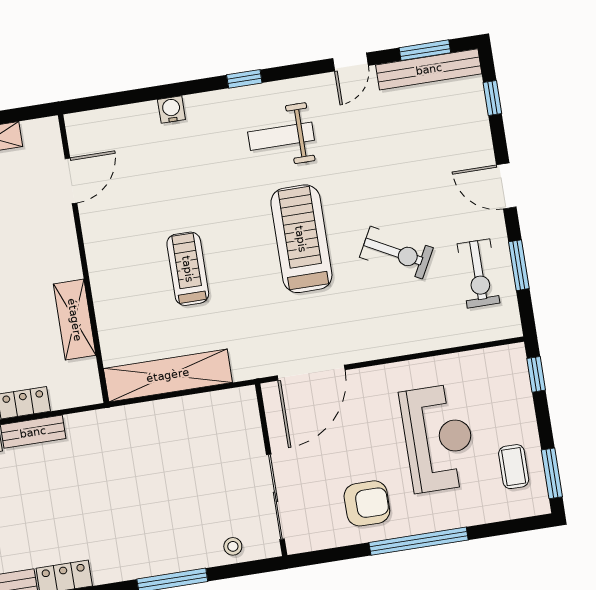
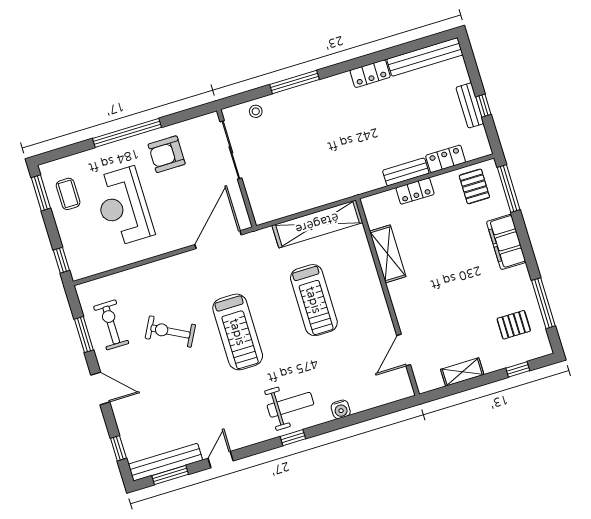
weight bench: (281, 136) -> (290, 405), moved
treadmill: (188, 269) -> (314, 300), width x1.37, depth x1.38

